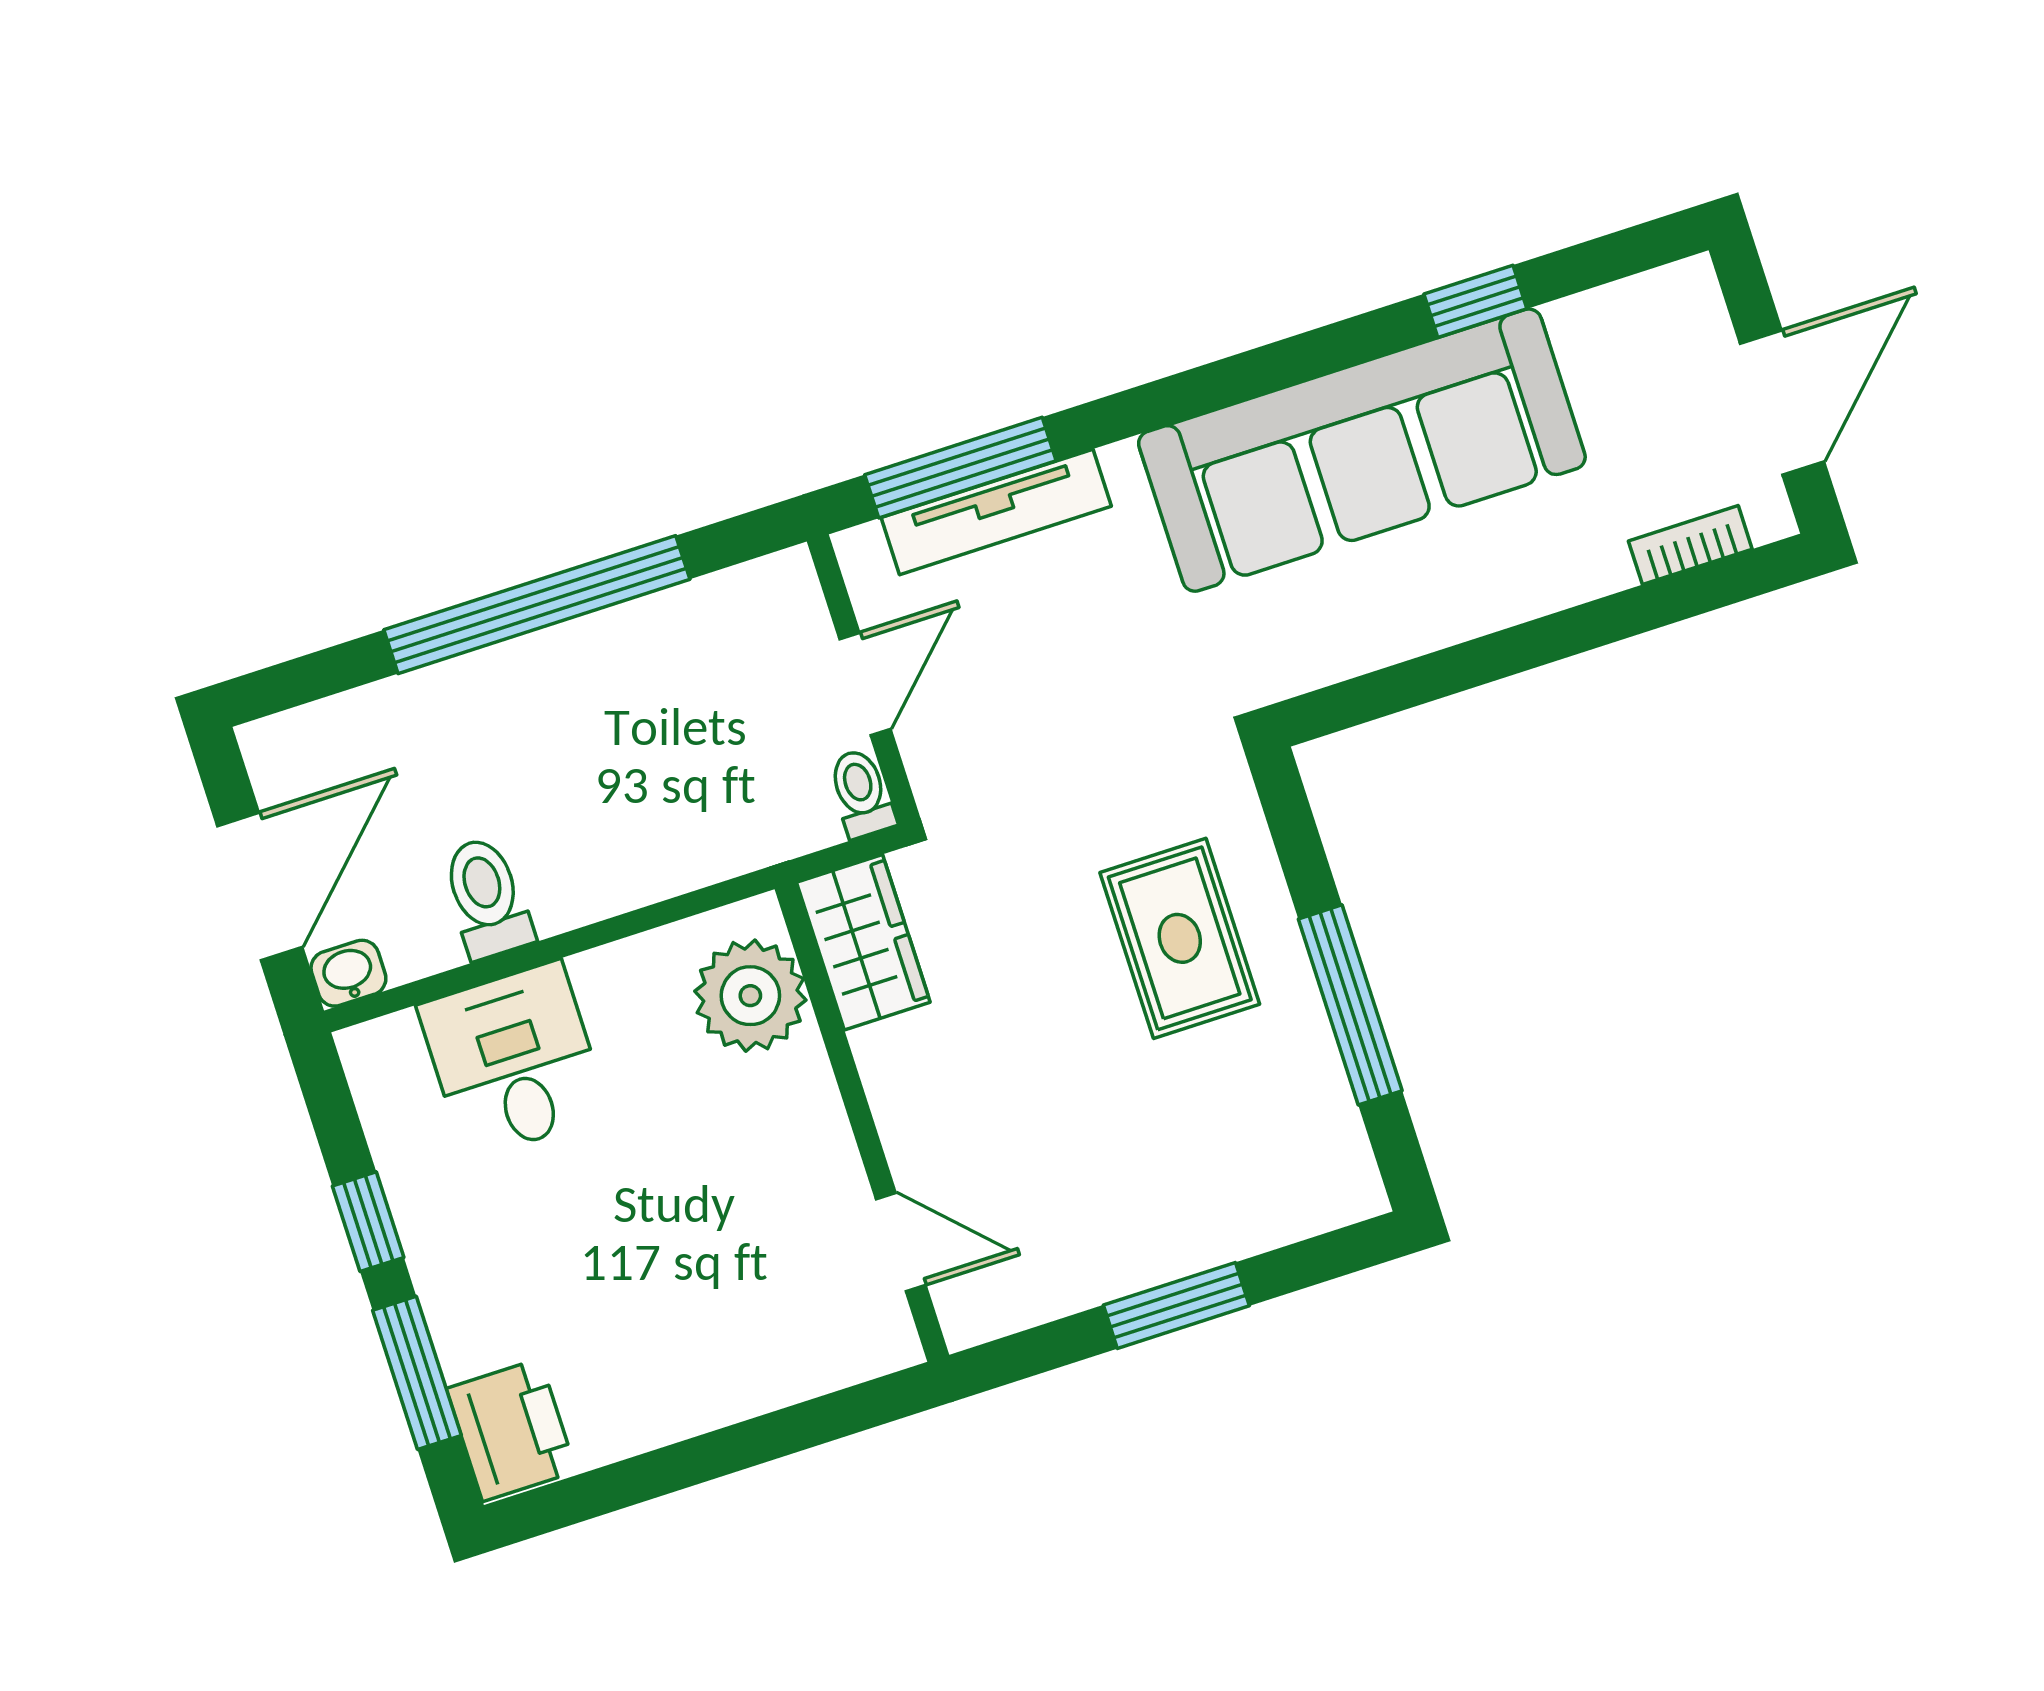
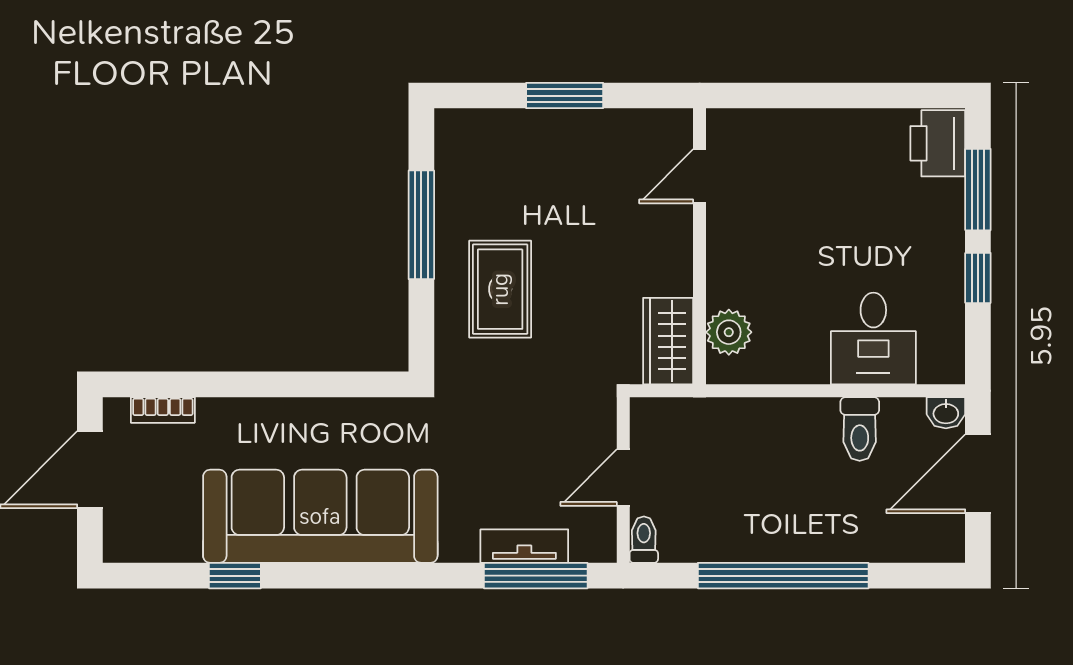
tv unit: (996, 512) -> (524, 546), width x0.71
toilet: (861, 793) -> (644, 540), moved, turned 180
plant: (750, 996) -> (729, 332), width x0.73, depth x0.73
door: (901, 1242) -> (700, 176), hinge flipped

